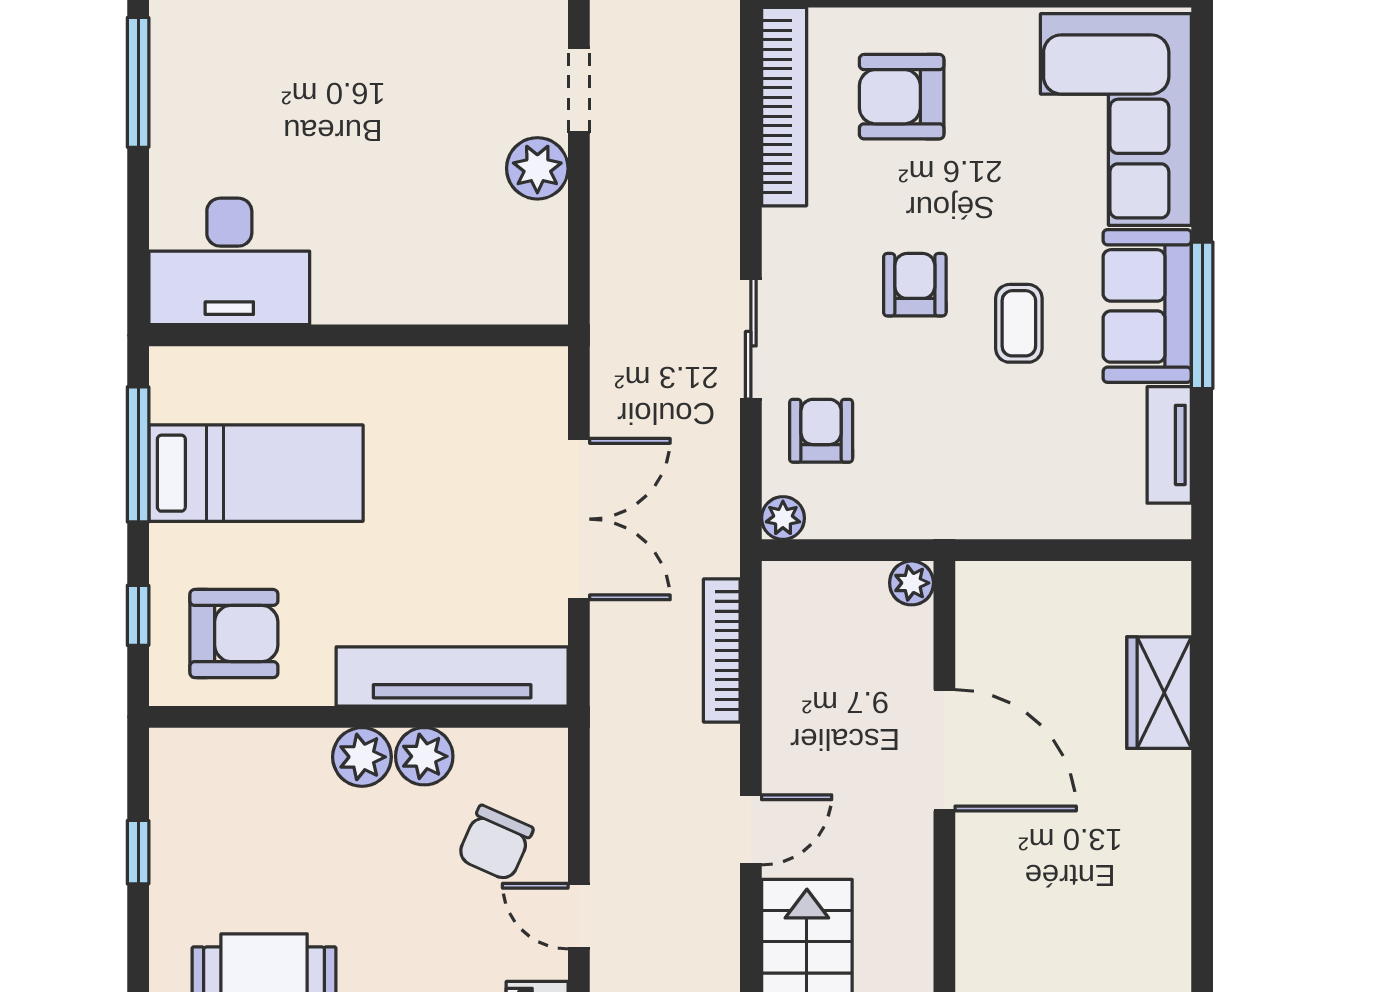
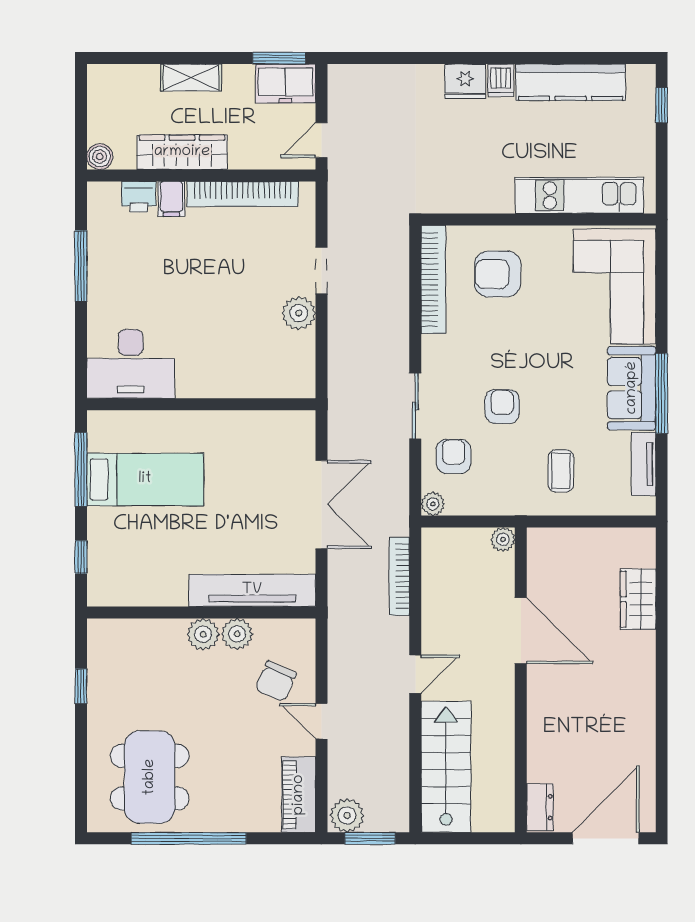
armchair: (915, 285) -> (502, 406), moved
coffee table: (1019, 323) -> (561, 471), moved
armchair: (234, 634) -> (133, 567), removed

